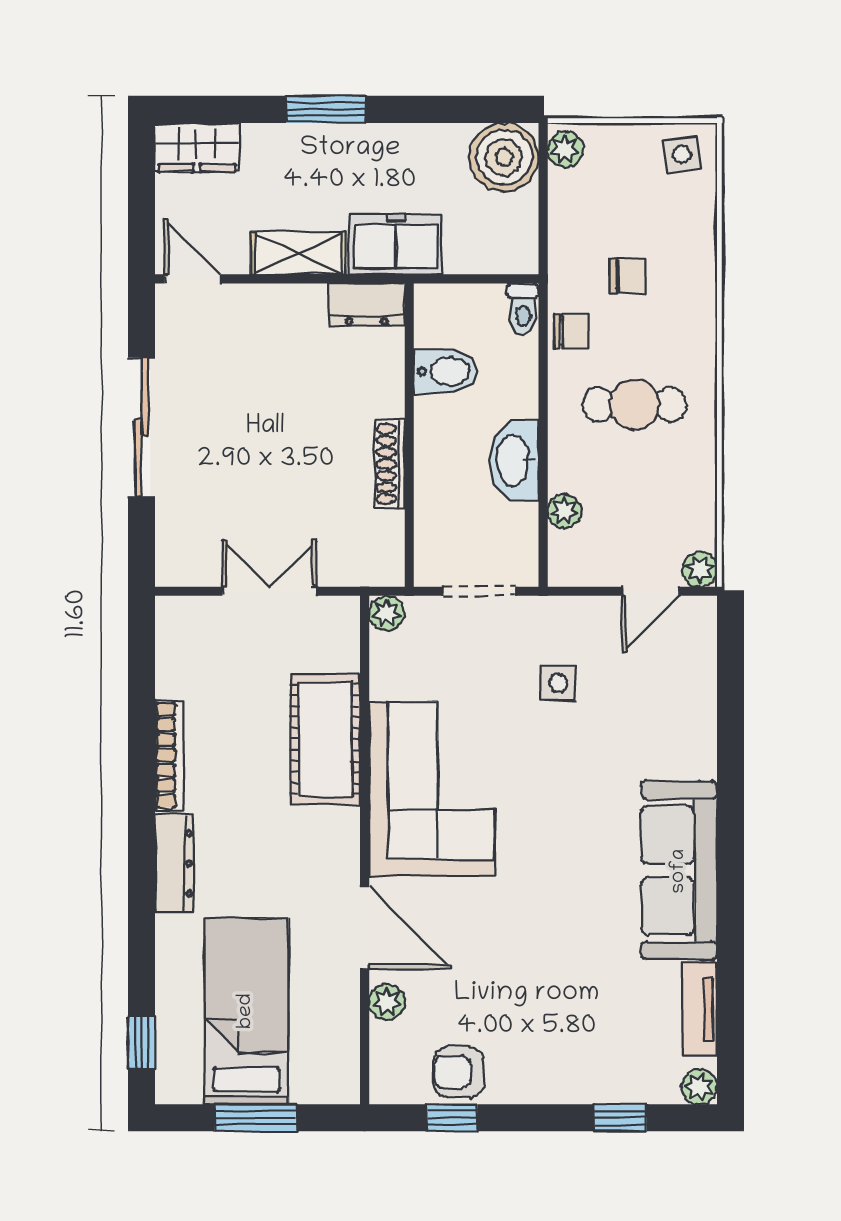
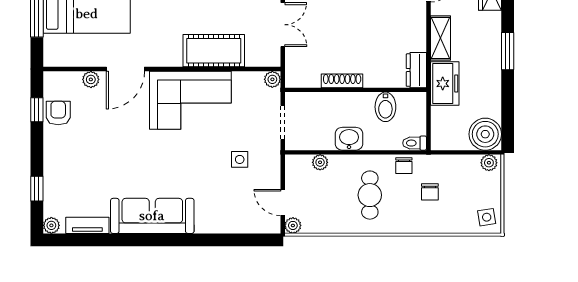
washbasin: (514, 460) -> (349, 139), width x0.72

